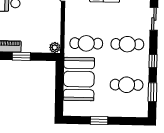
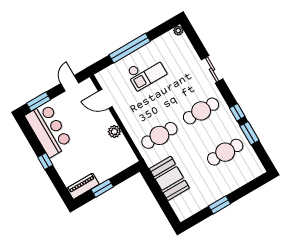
plant: (55, 47) -> (114, 132), moved
booth: (79, 79) -> (169, 178), width x0.73, depth x0.70
window: (152, 92) -> (250, 133), moved

